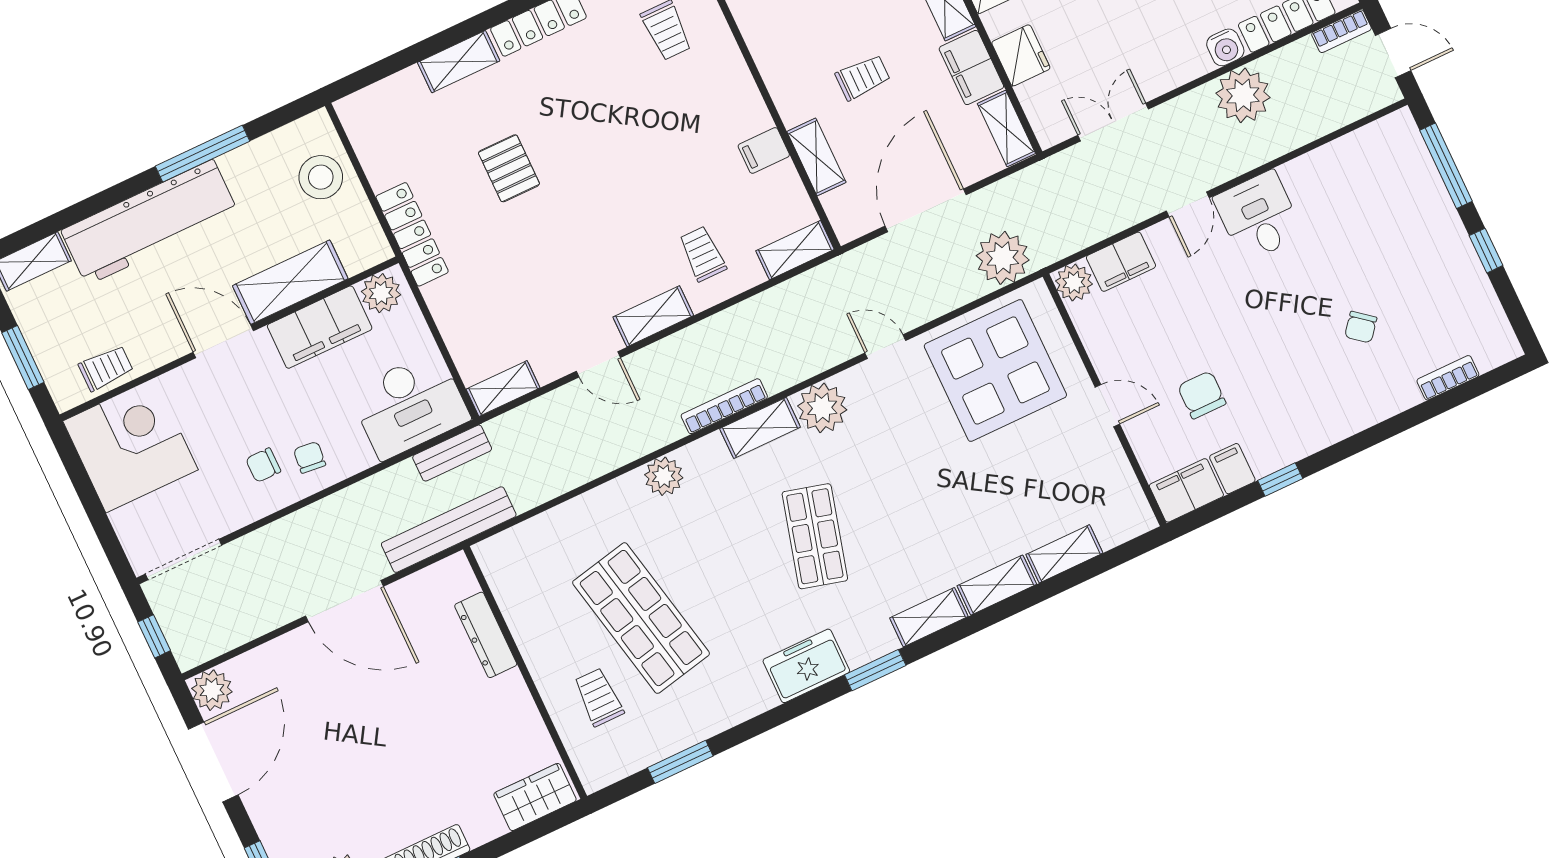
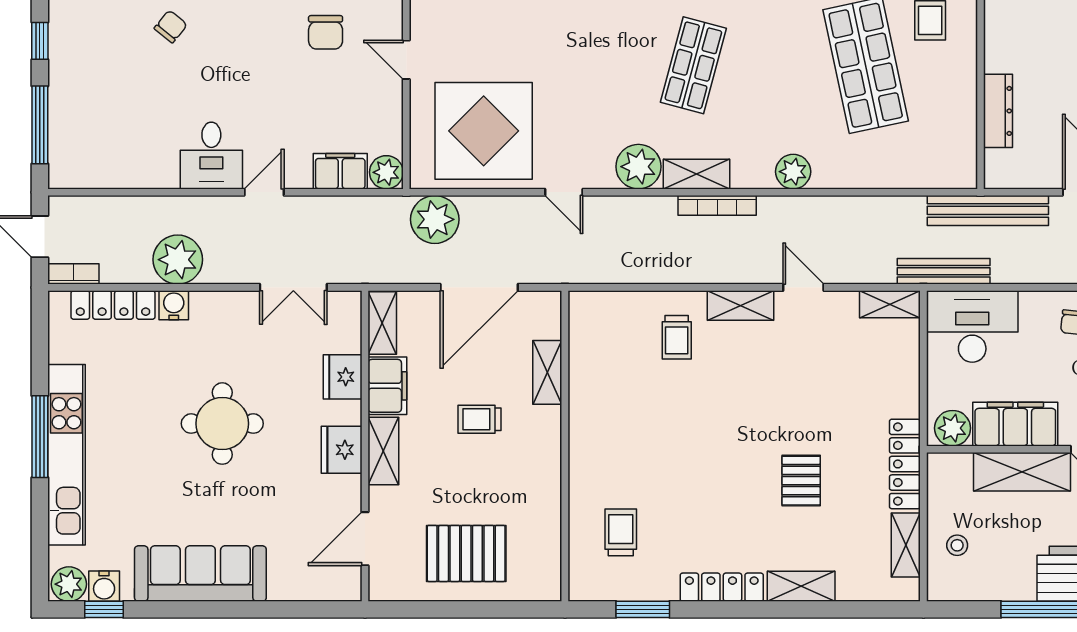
filing cabinet: (764, 150) -> (588, 398), removed
stool: (321, 177) -> (957, 545), width x0.53, depth x0.53
shelving: (795, 250) -> (906, 545), moved, turned 90
bench: (452, 453) -> (944, 271), width x1.36

